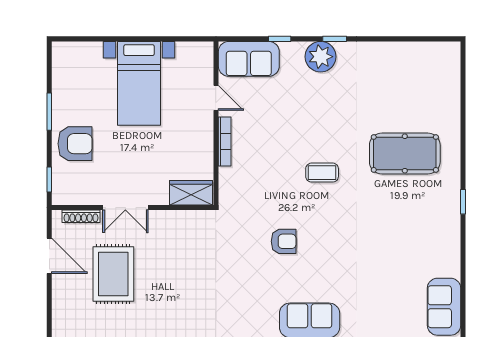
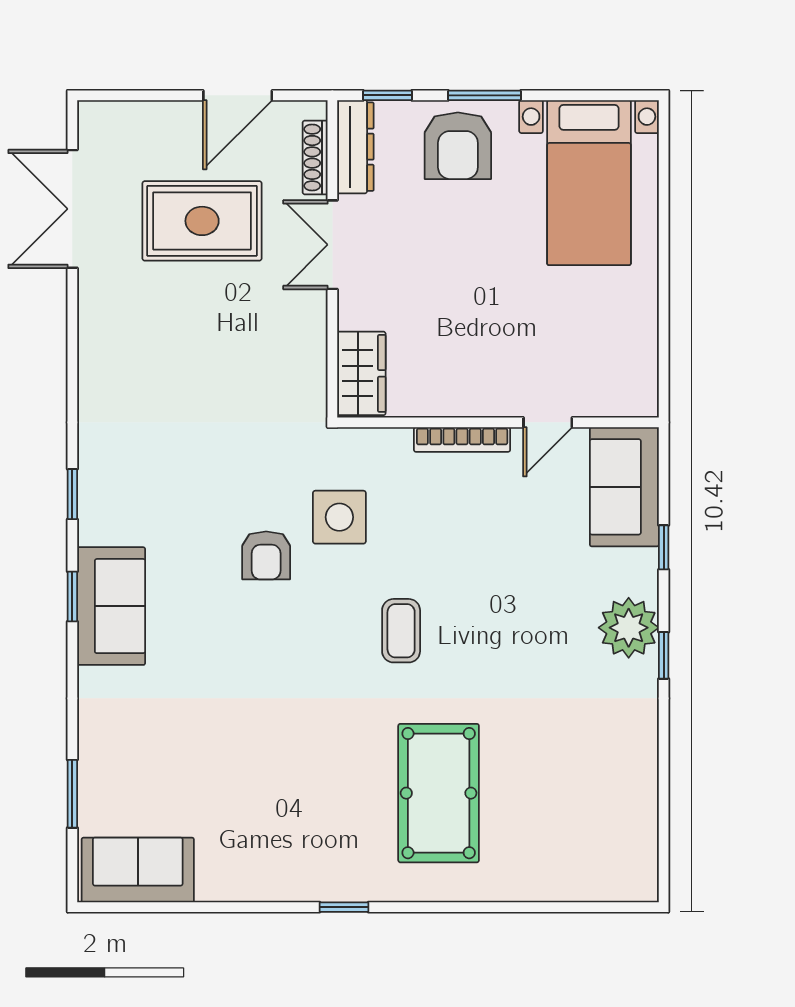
bed with nightstands: (139, 83) -> (589, 183), moved, turned -90
window: (49, 112) -> (485, 95), moved
dresser: (75, 196) -> (355, 147), added
side table: (264, 204) -> (339, 517), added

